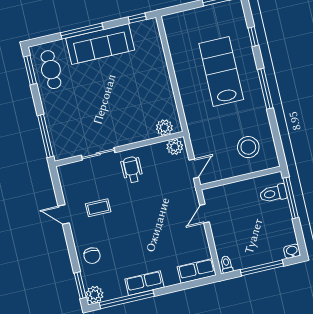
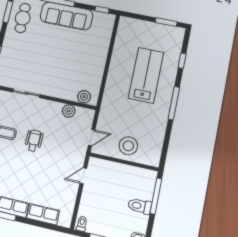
plant: (175, 147) -> (69, 111), moved
stool: (248, 147) -> (128, 146), moved
wheelchair: (132, 170) -> (34, 141), moved
toilet: (273, 193) -> (140, 206), moved
row of seats: (197, 271) -> (43, 214), moved

